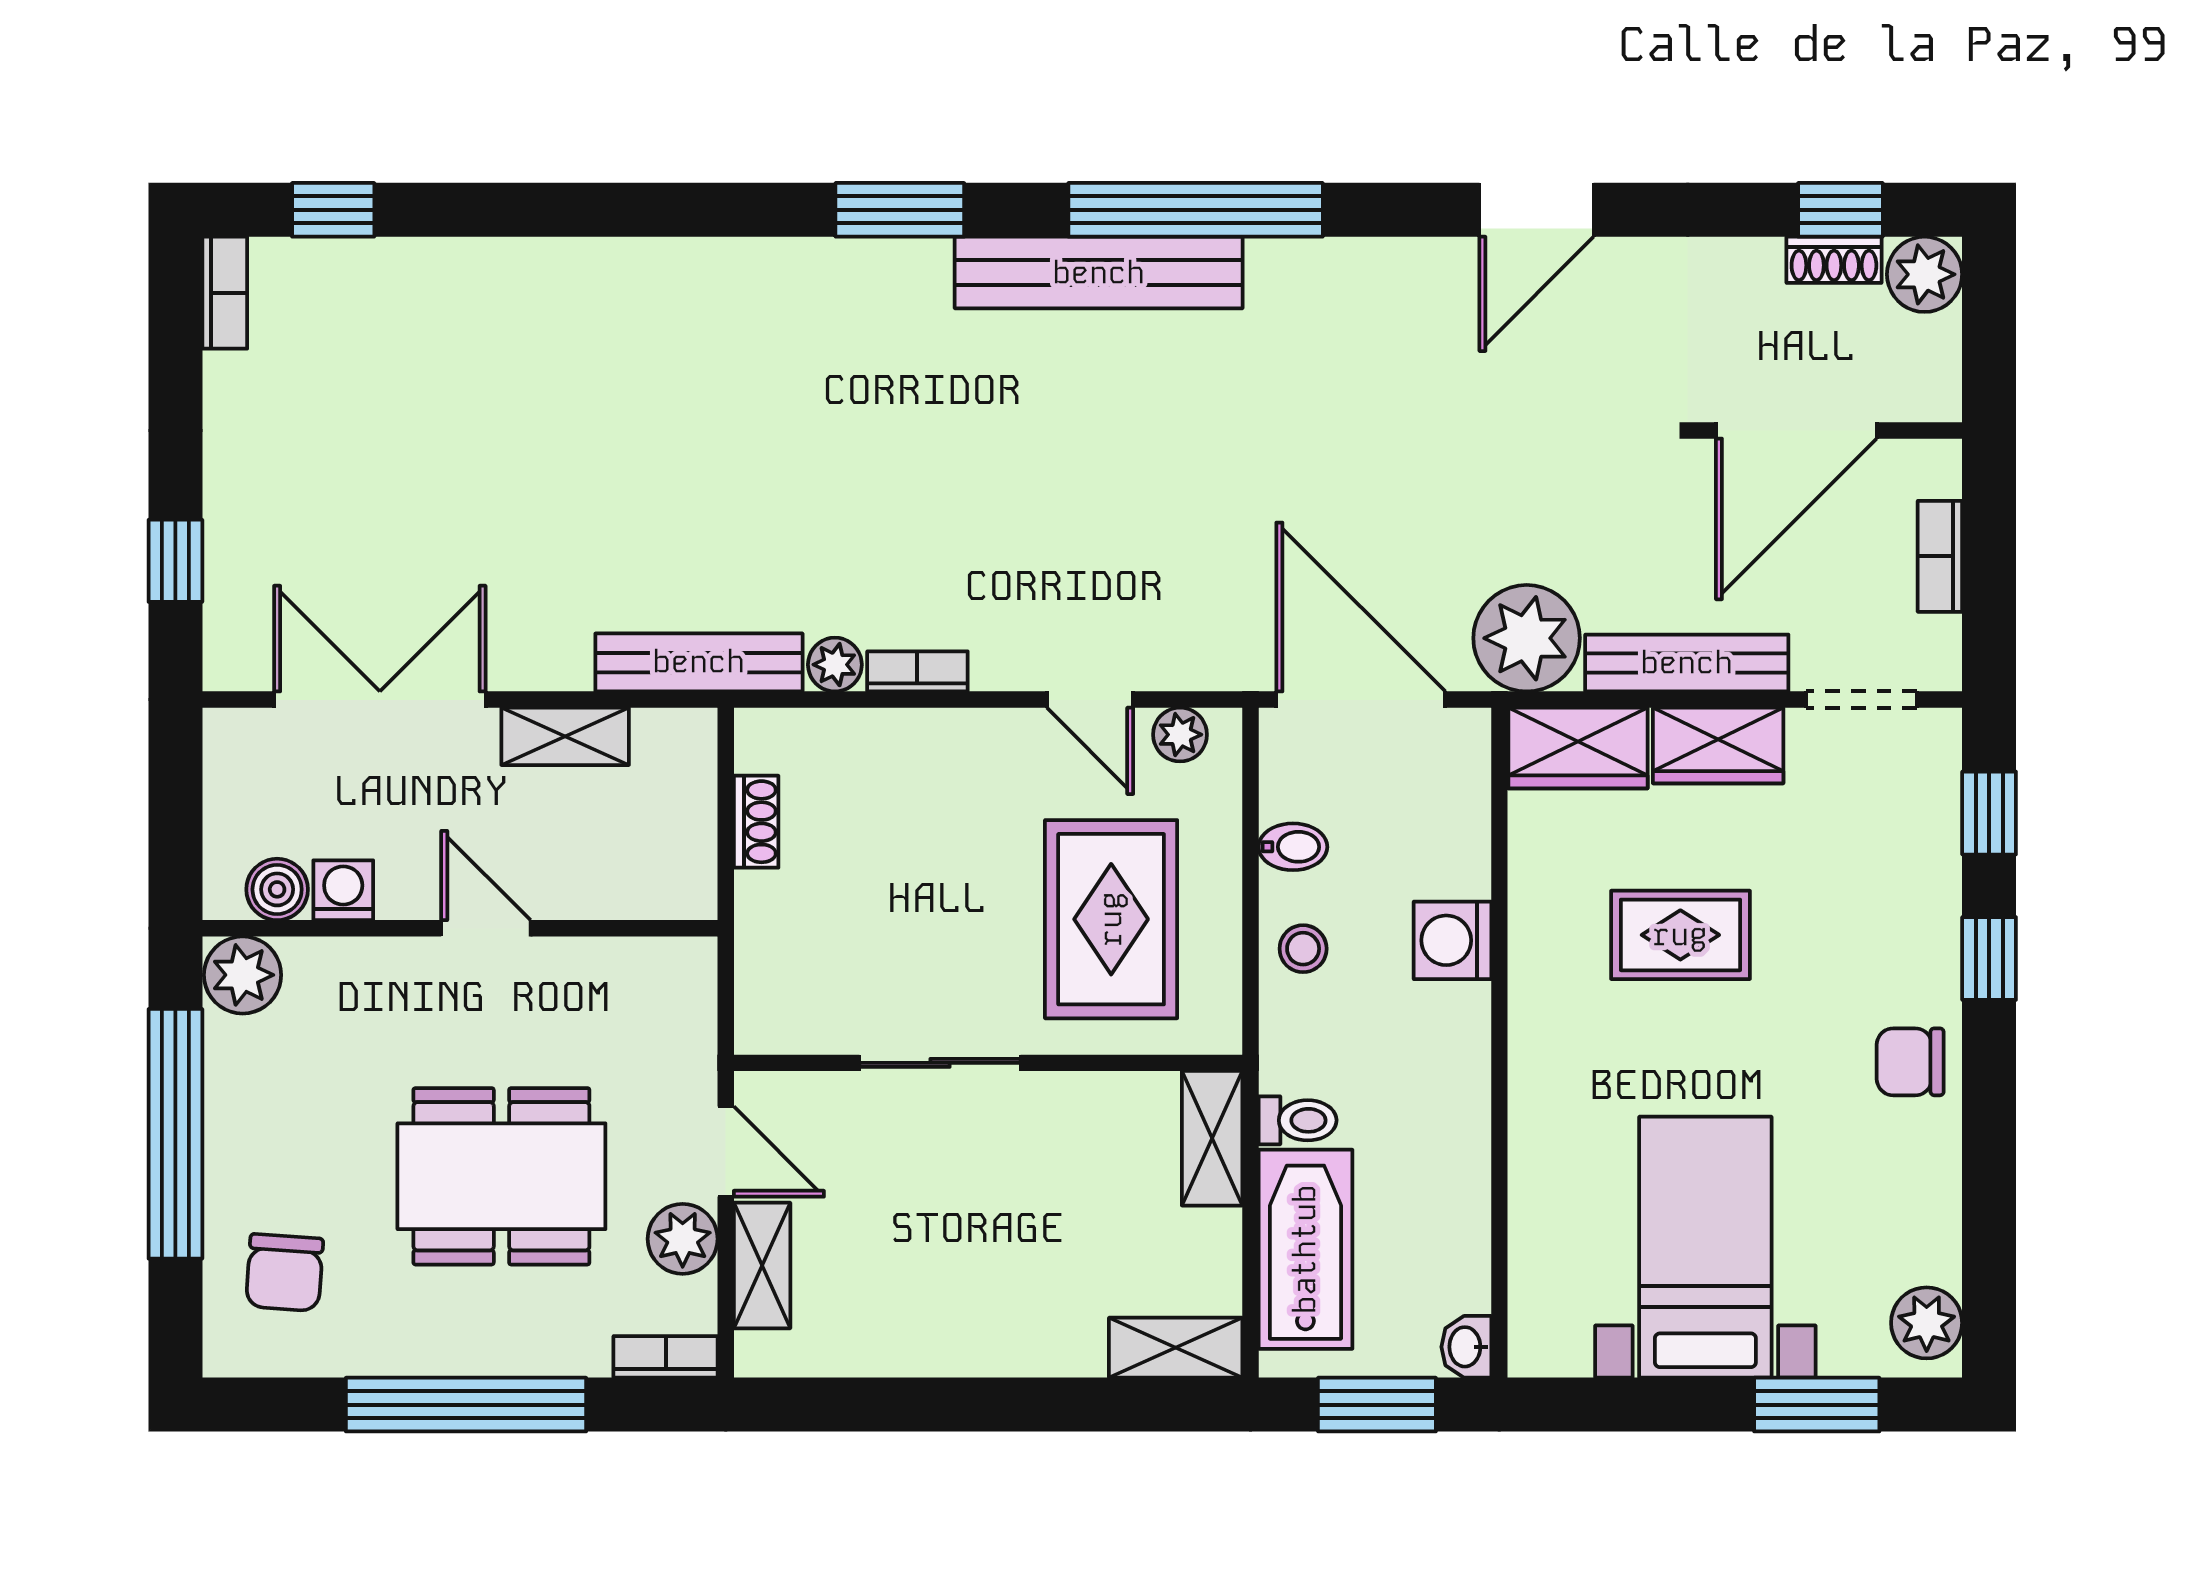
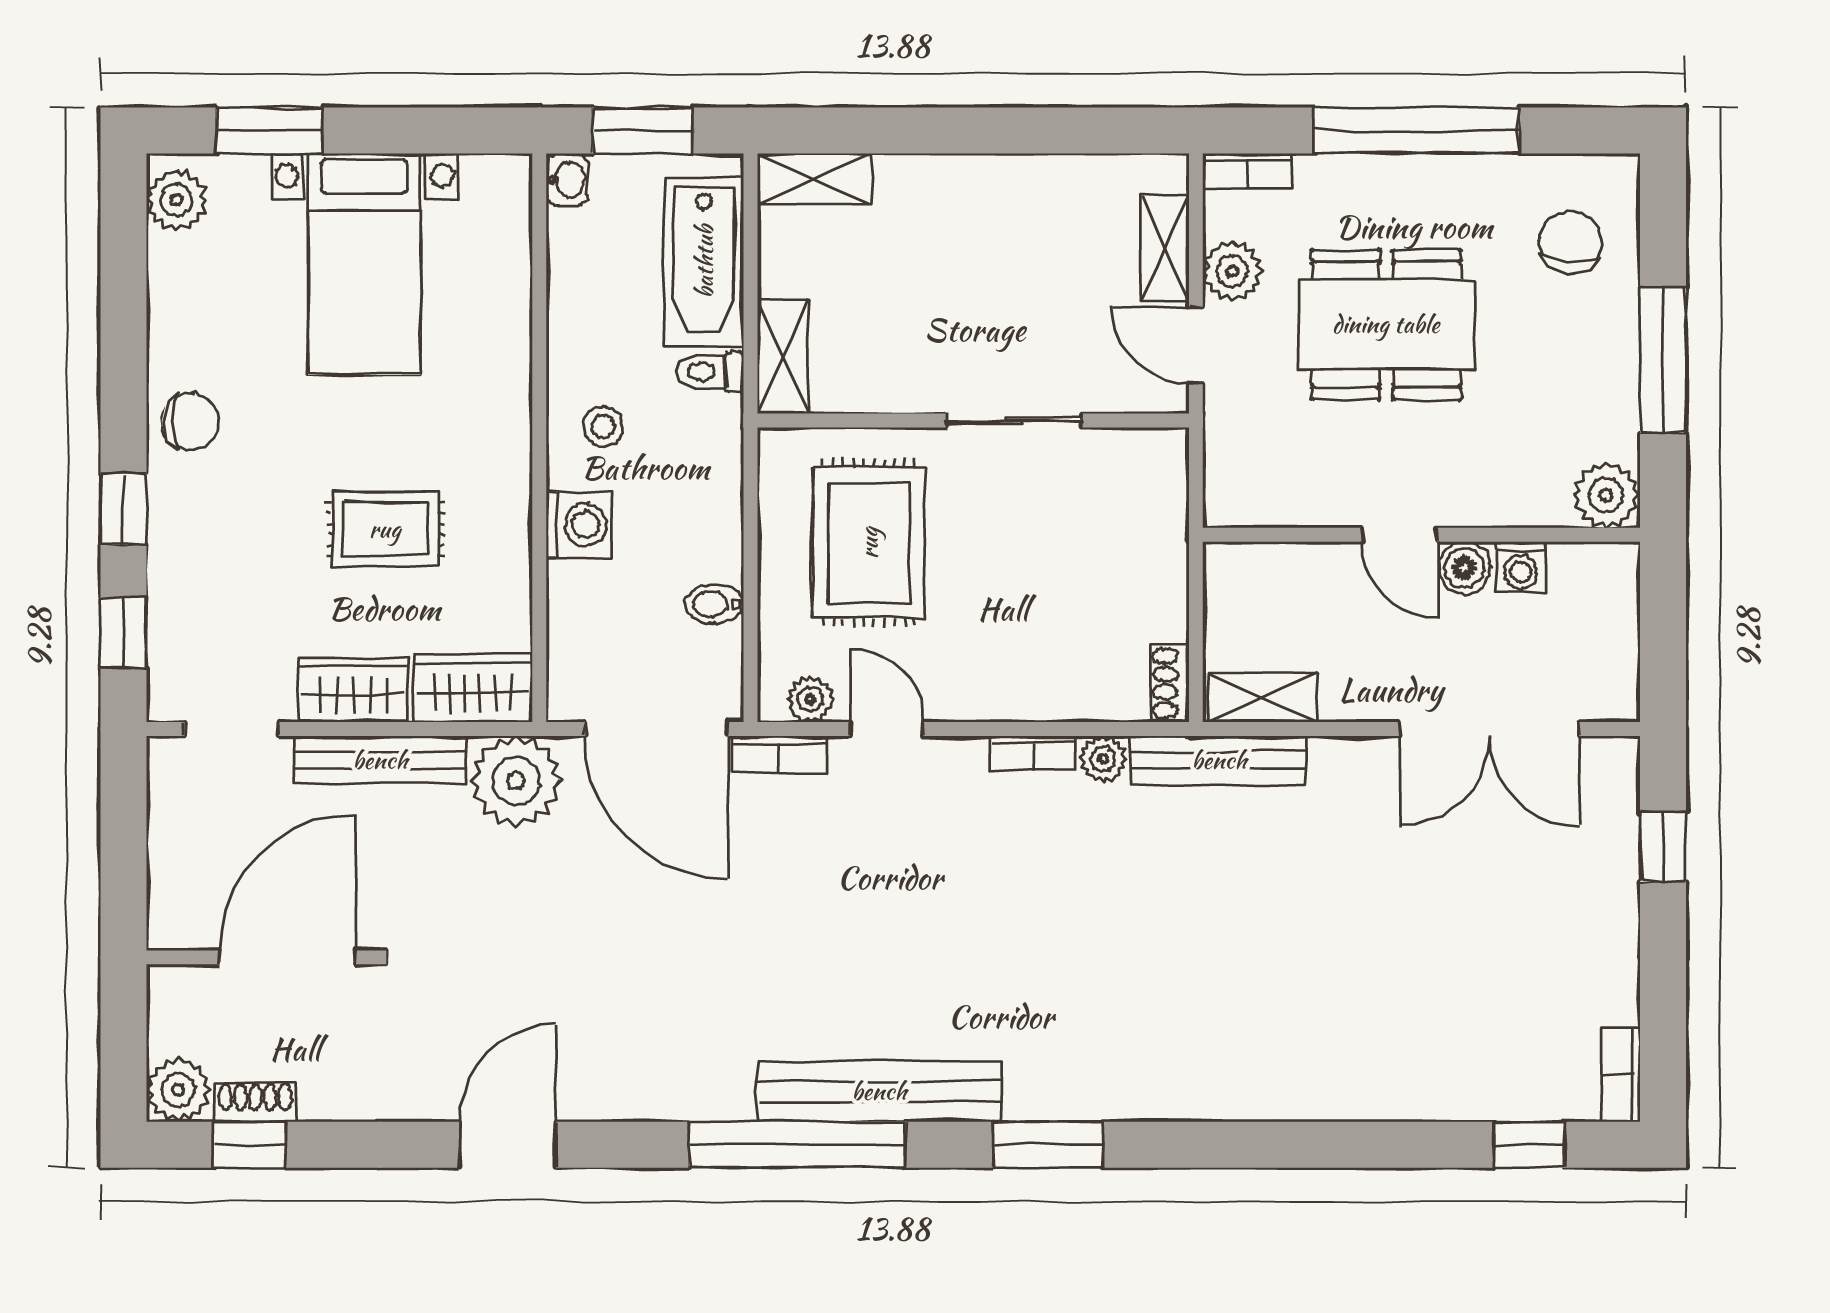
bookcase: (1940, 556) -> (779, 755), moved, turned 90
shelving: (565, 736) -> (1262, 698), moved
shoe rack: (756, 822) -> (1170, 683), moved
boiler: (277, 889) -> (1464, 568), moved
stool: (1303, 949) -> (603, 426), moved
window: (175, 1134) -> (1663, 360), width x0.68

